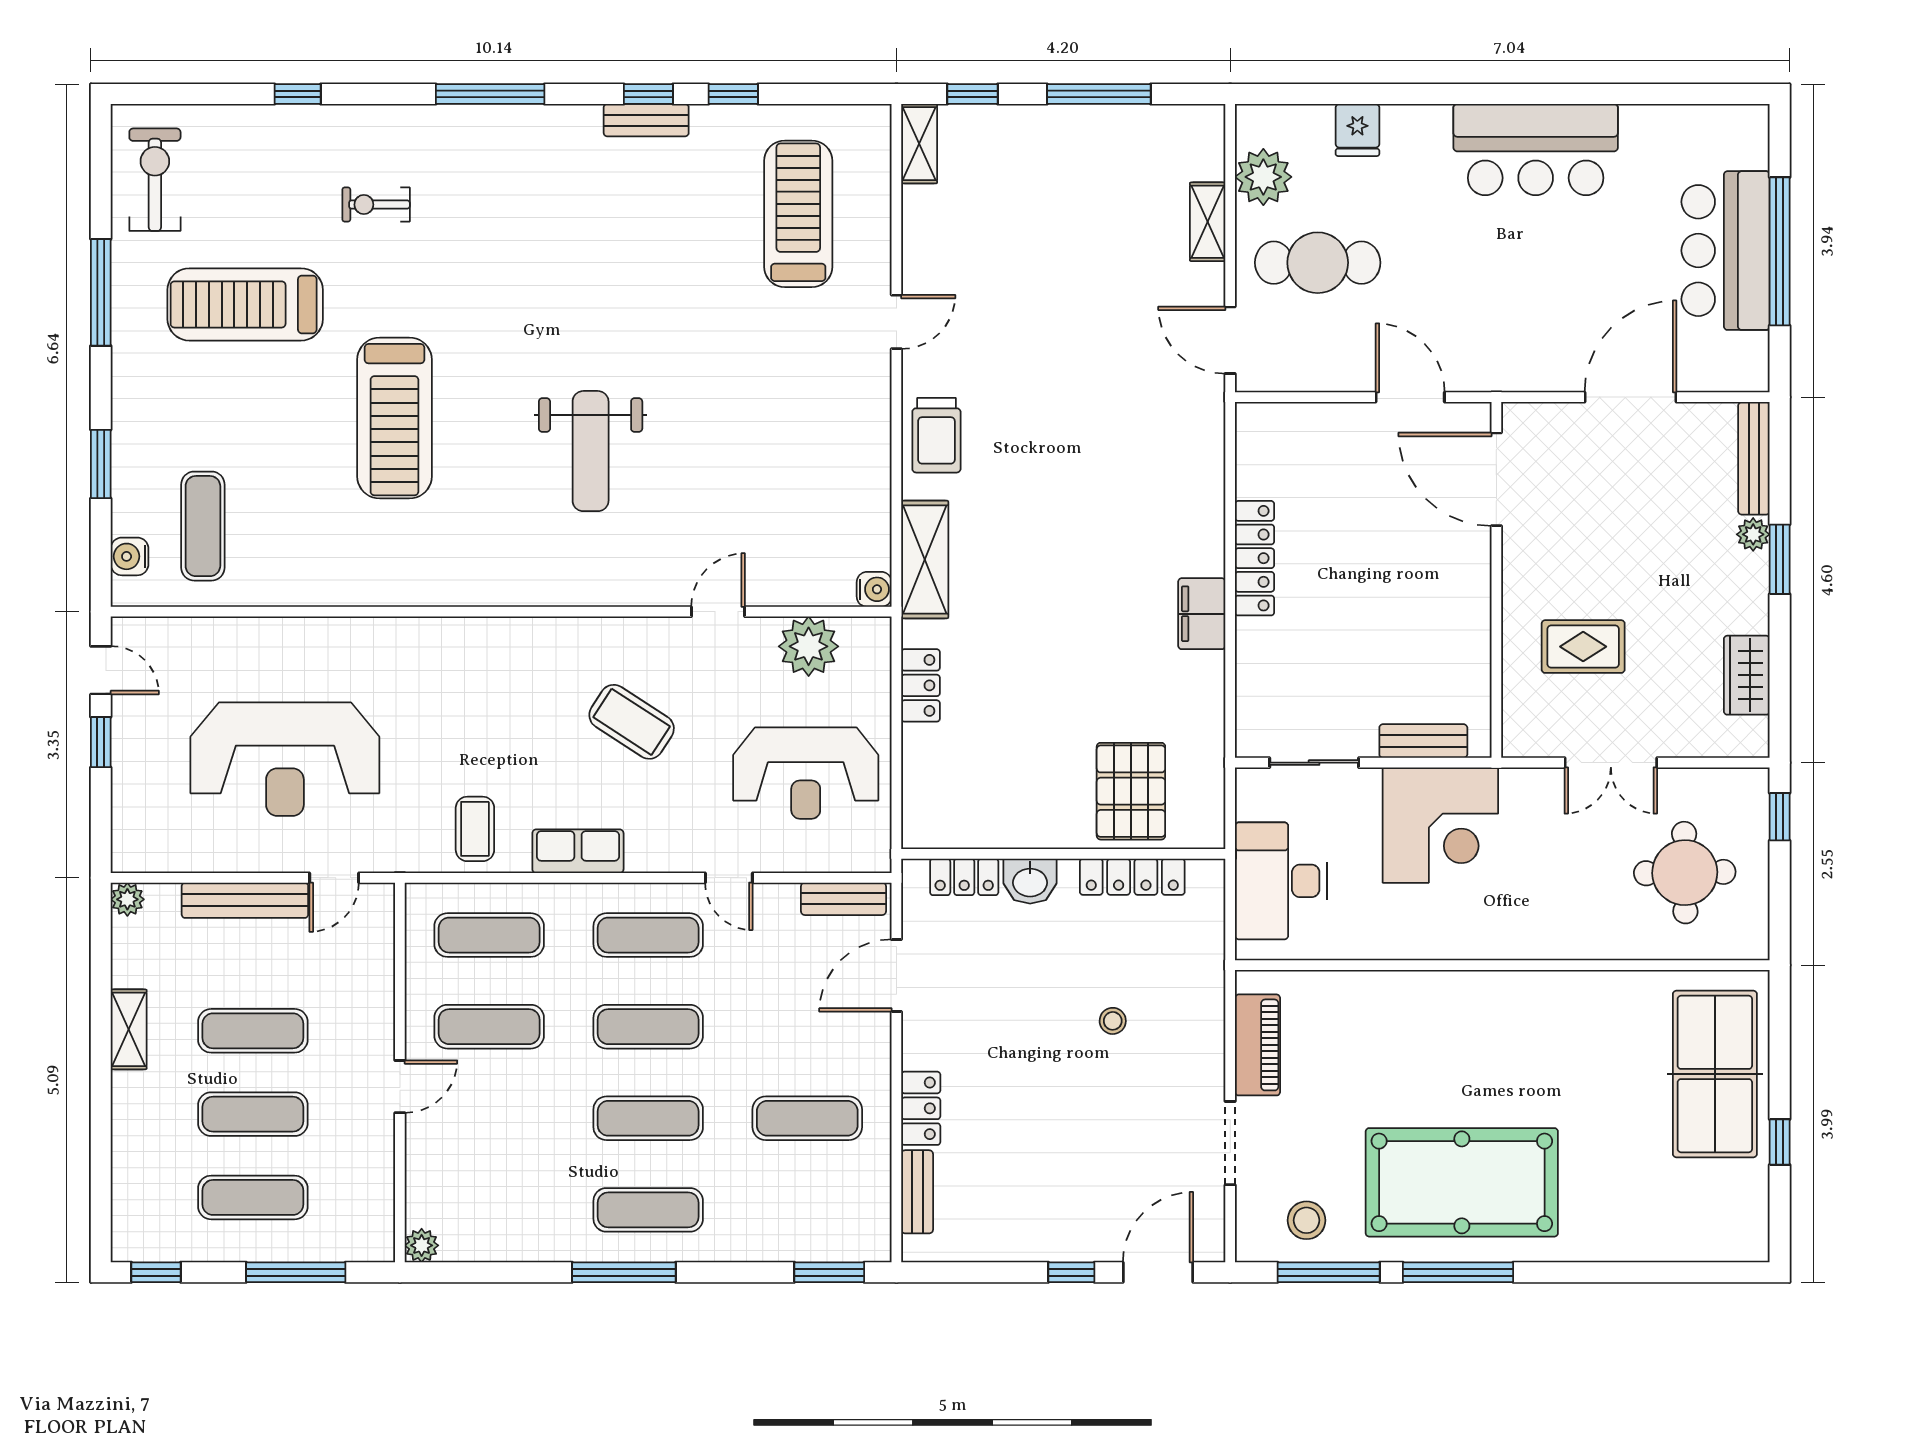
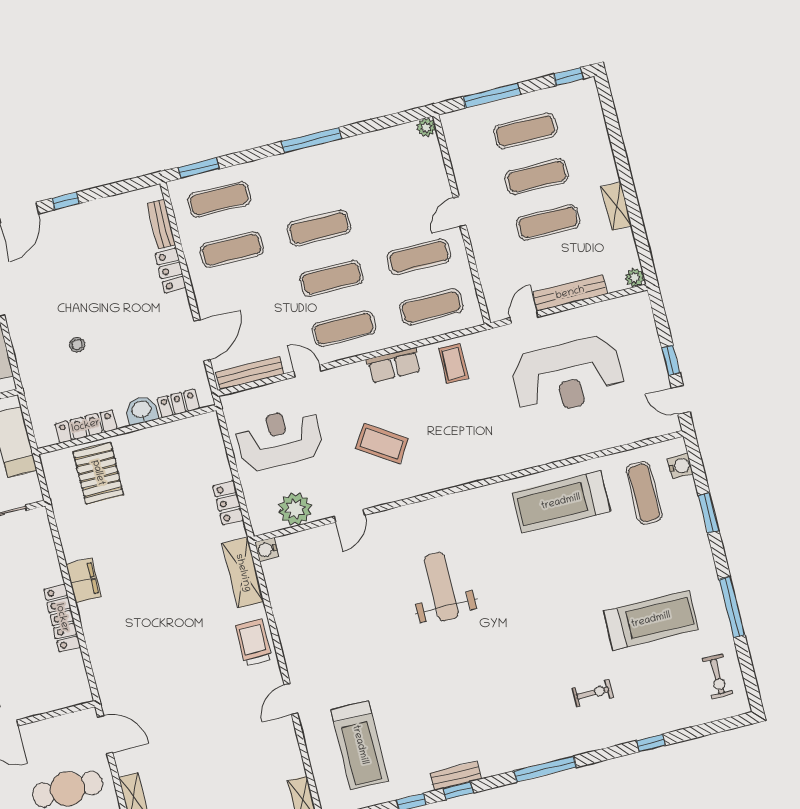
exercise bike: (155, 180) -> (717, 676), width x0.73, depth x0.72
treadmill: (394, 418) -> (561, 502), moved, turned -90
reception desk: (285, 759) -> (567, 376), turned 180
bench: (843, 899) -> (250, 373), width x1.36
exercise mat: (648, 1210) -> (219, 199), moved

